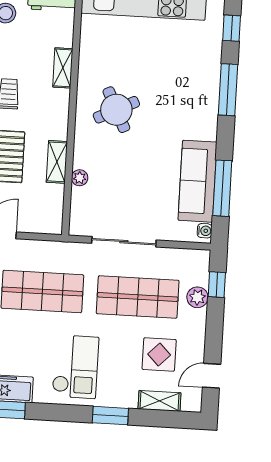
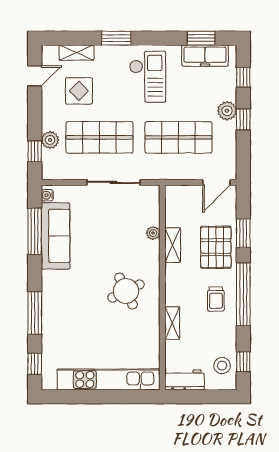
checkout: (75, 367) -> (148, 77), turned 180

